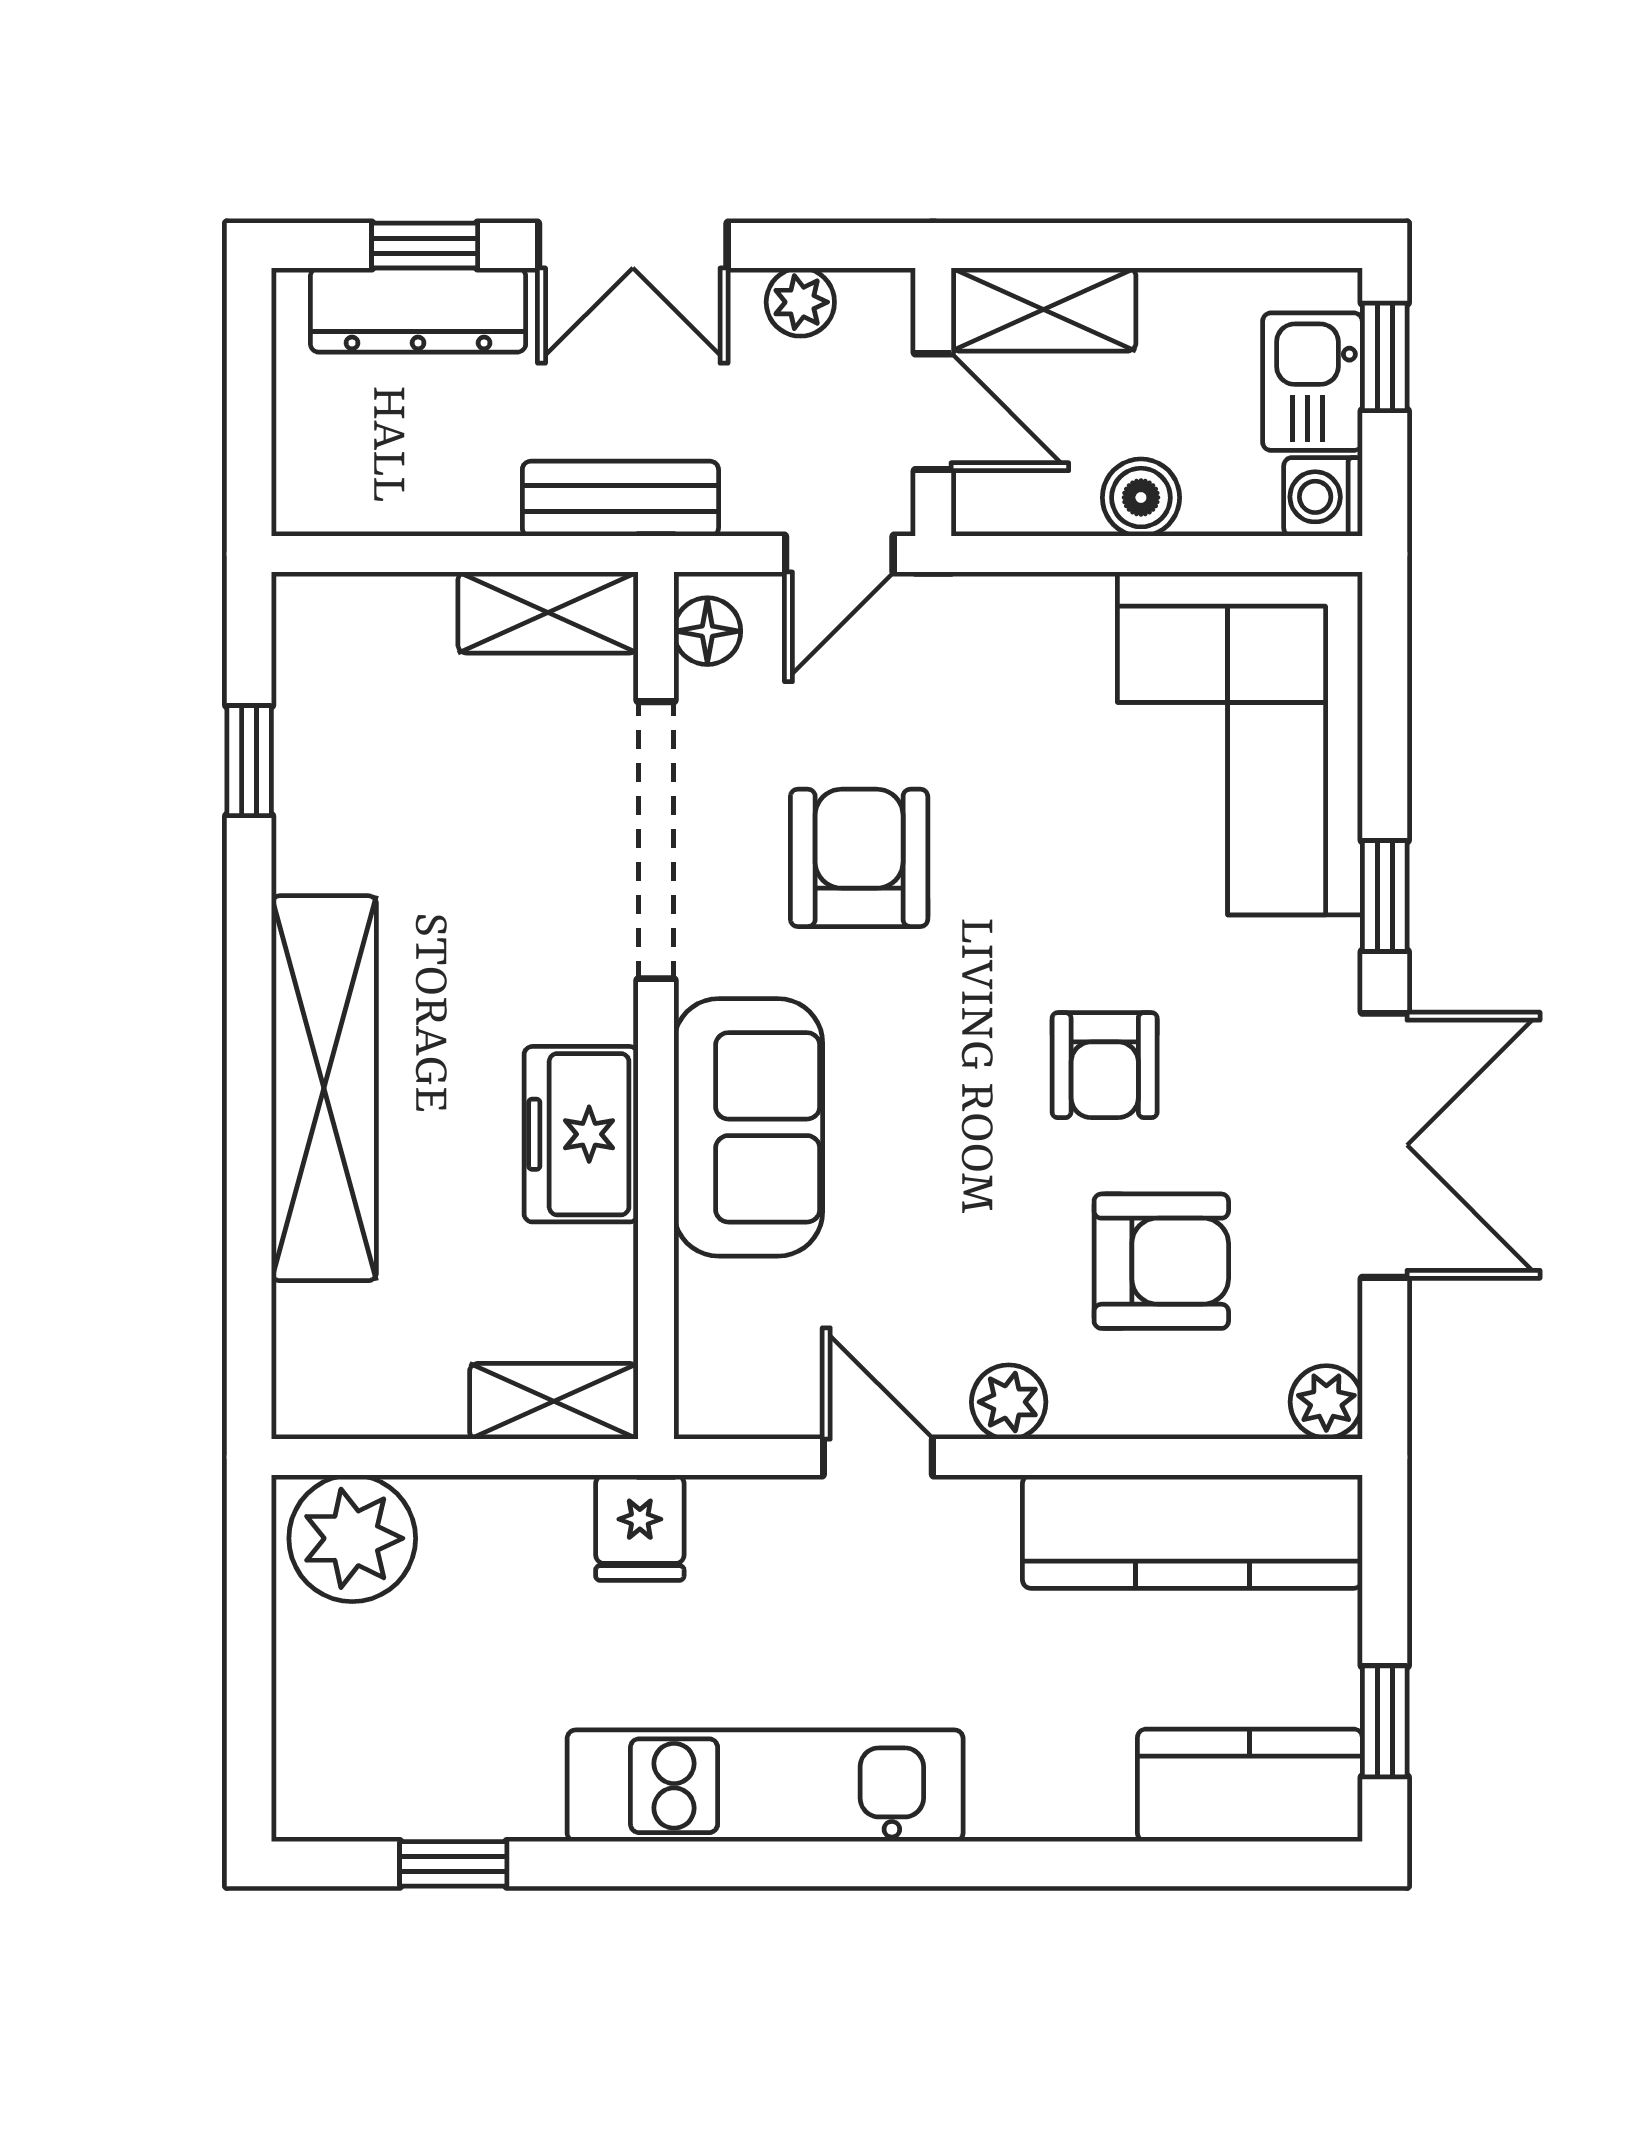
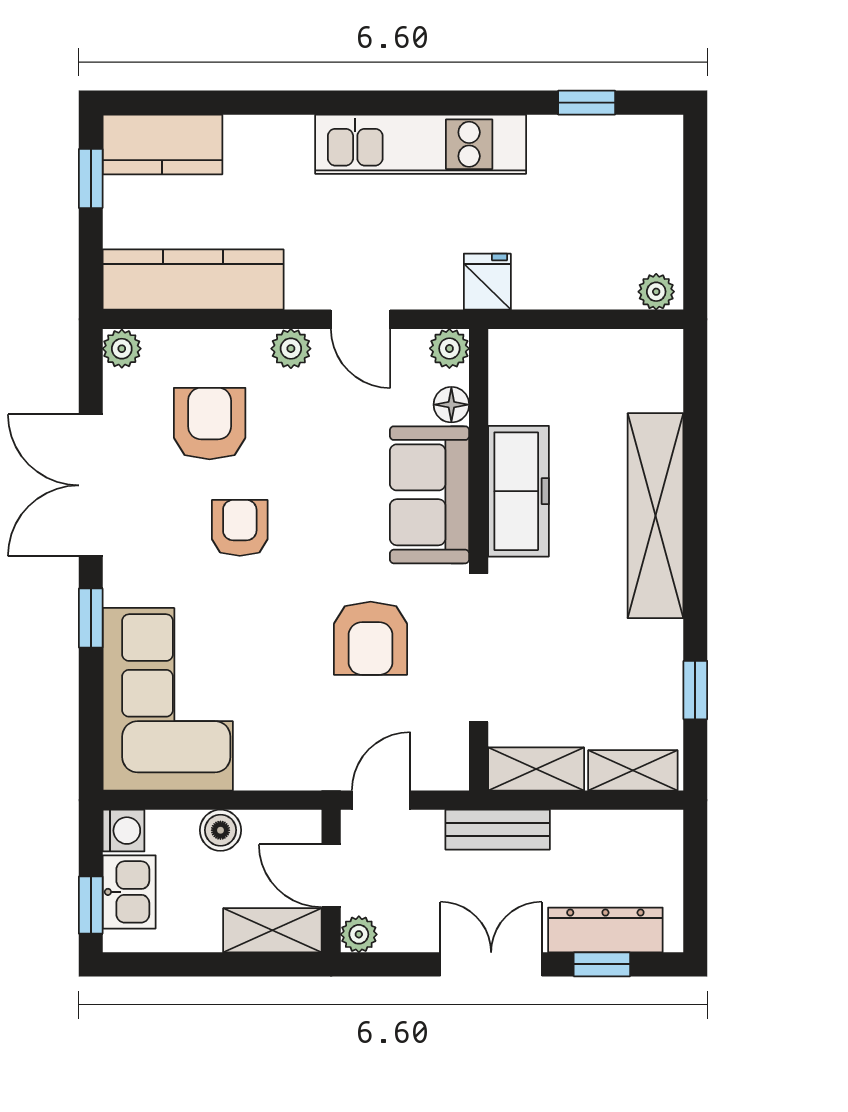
plant: (800, 302) -> (359, 934), moved
floor lamp: (707, 631) -> (451, 405), moved
freezer: (581, 1134) -> (519, 491), width x1.40
armchair: (1161, 1261) -> (210, 424), turned 90
shelving: (554, 1401) -> (633, 770), moved
plant: (711, 1402) -> (449, 348), added
plant: (352, 1538) -> (656, 292), width x0.53, depth x0.53

